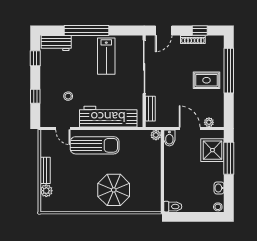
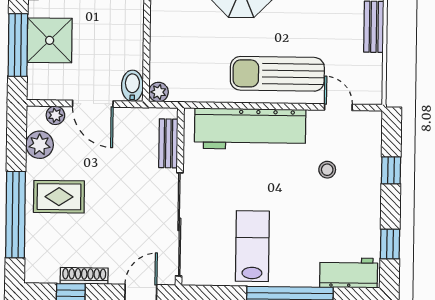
plant: (217, 107) -> (40, 145), added
shower: (212, 150) -> (50, 40), moved

